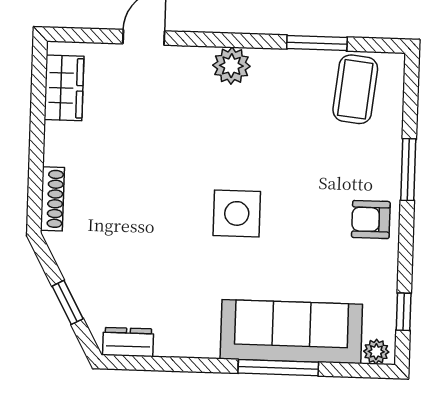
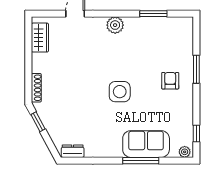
coffee table: (355, 89) -> (171, 34), removed
armchair: (371, 220) -> (170, 81), moved, turned 90
window: (68, 302) -> (38, 122), moved
sofa: (291, 332) -> (146, 144), width x0.73

